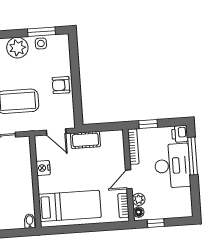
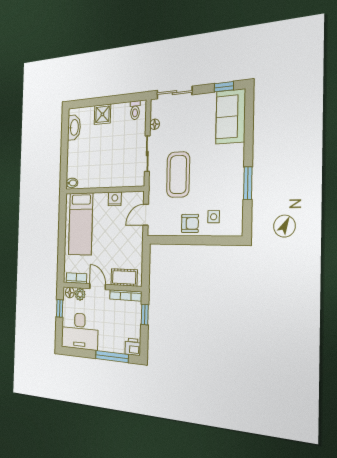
window: (42, 32) -> (248, 183), moved
side table: (41, 43) -> (214, 217), moved
plant: (17, 48) -> (233, 176), removed
armchair: (61, 85) -> (190, 223), turned 90
cot: (85, 140) -> (124, 277), moved, turned 90
desk: (172, 166) -> (80, 331), moved

